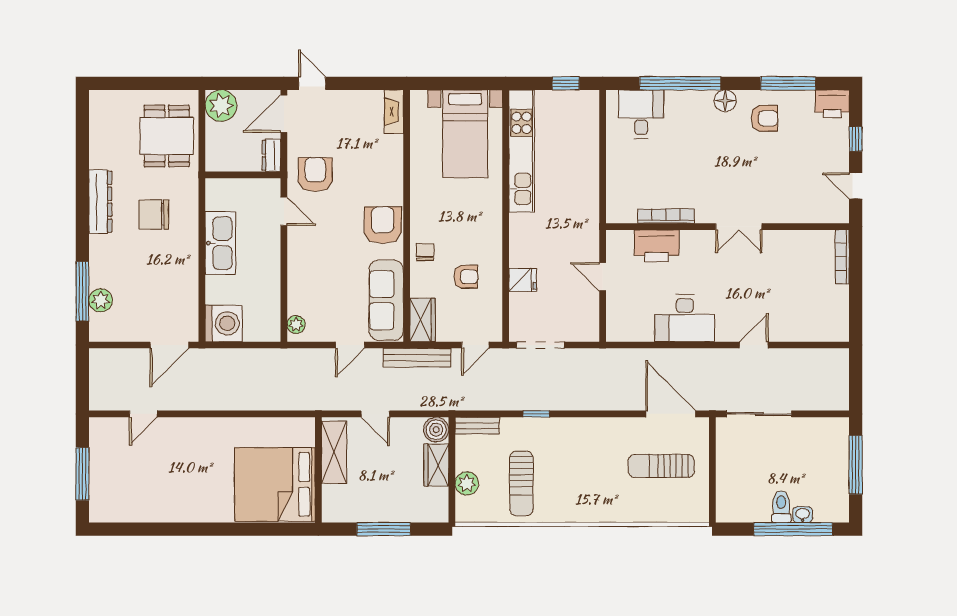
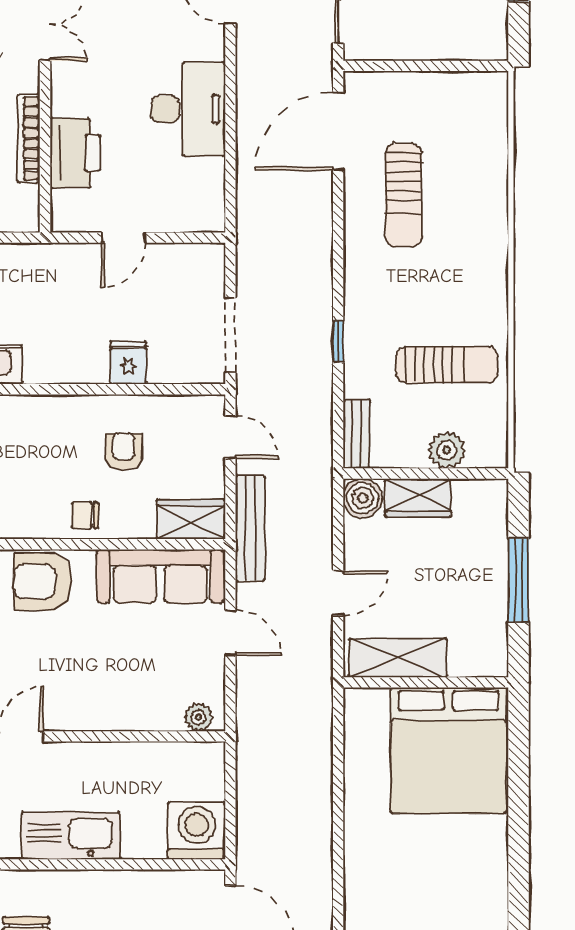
sun lounger: (661, 466) -> (404, 195), moved

